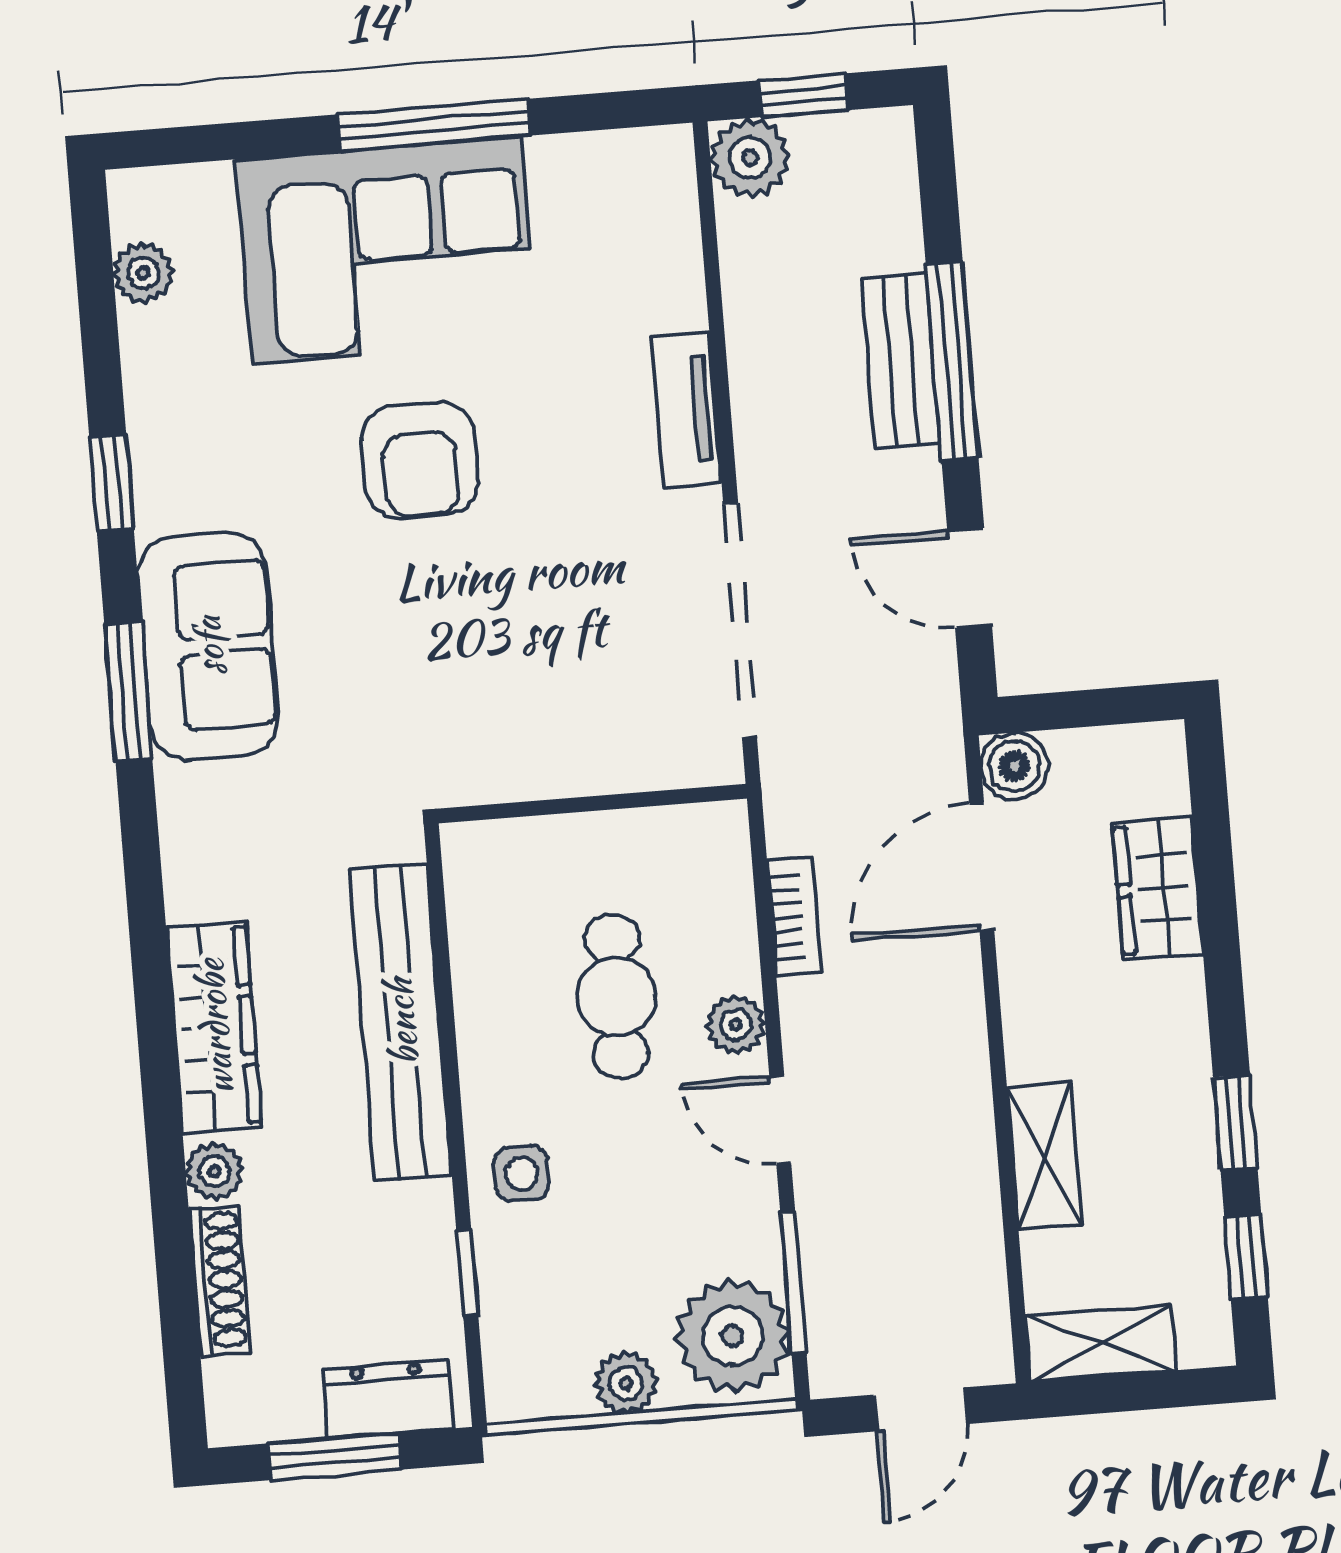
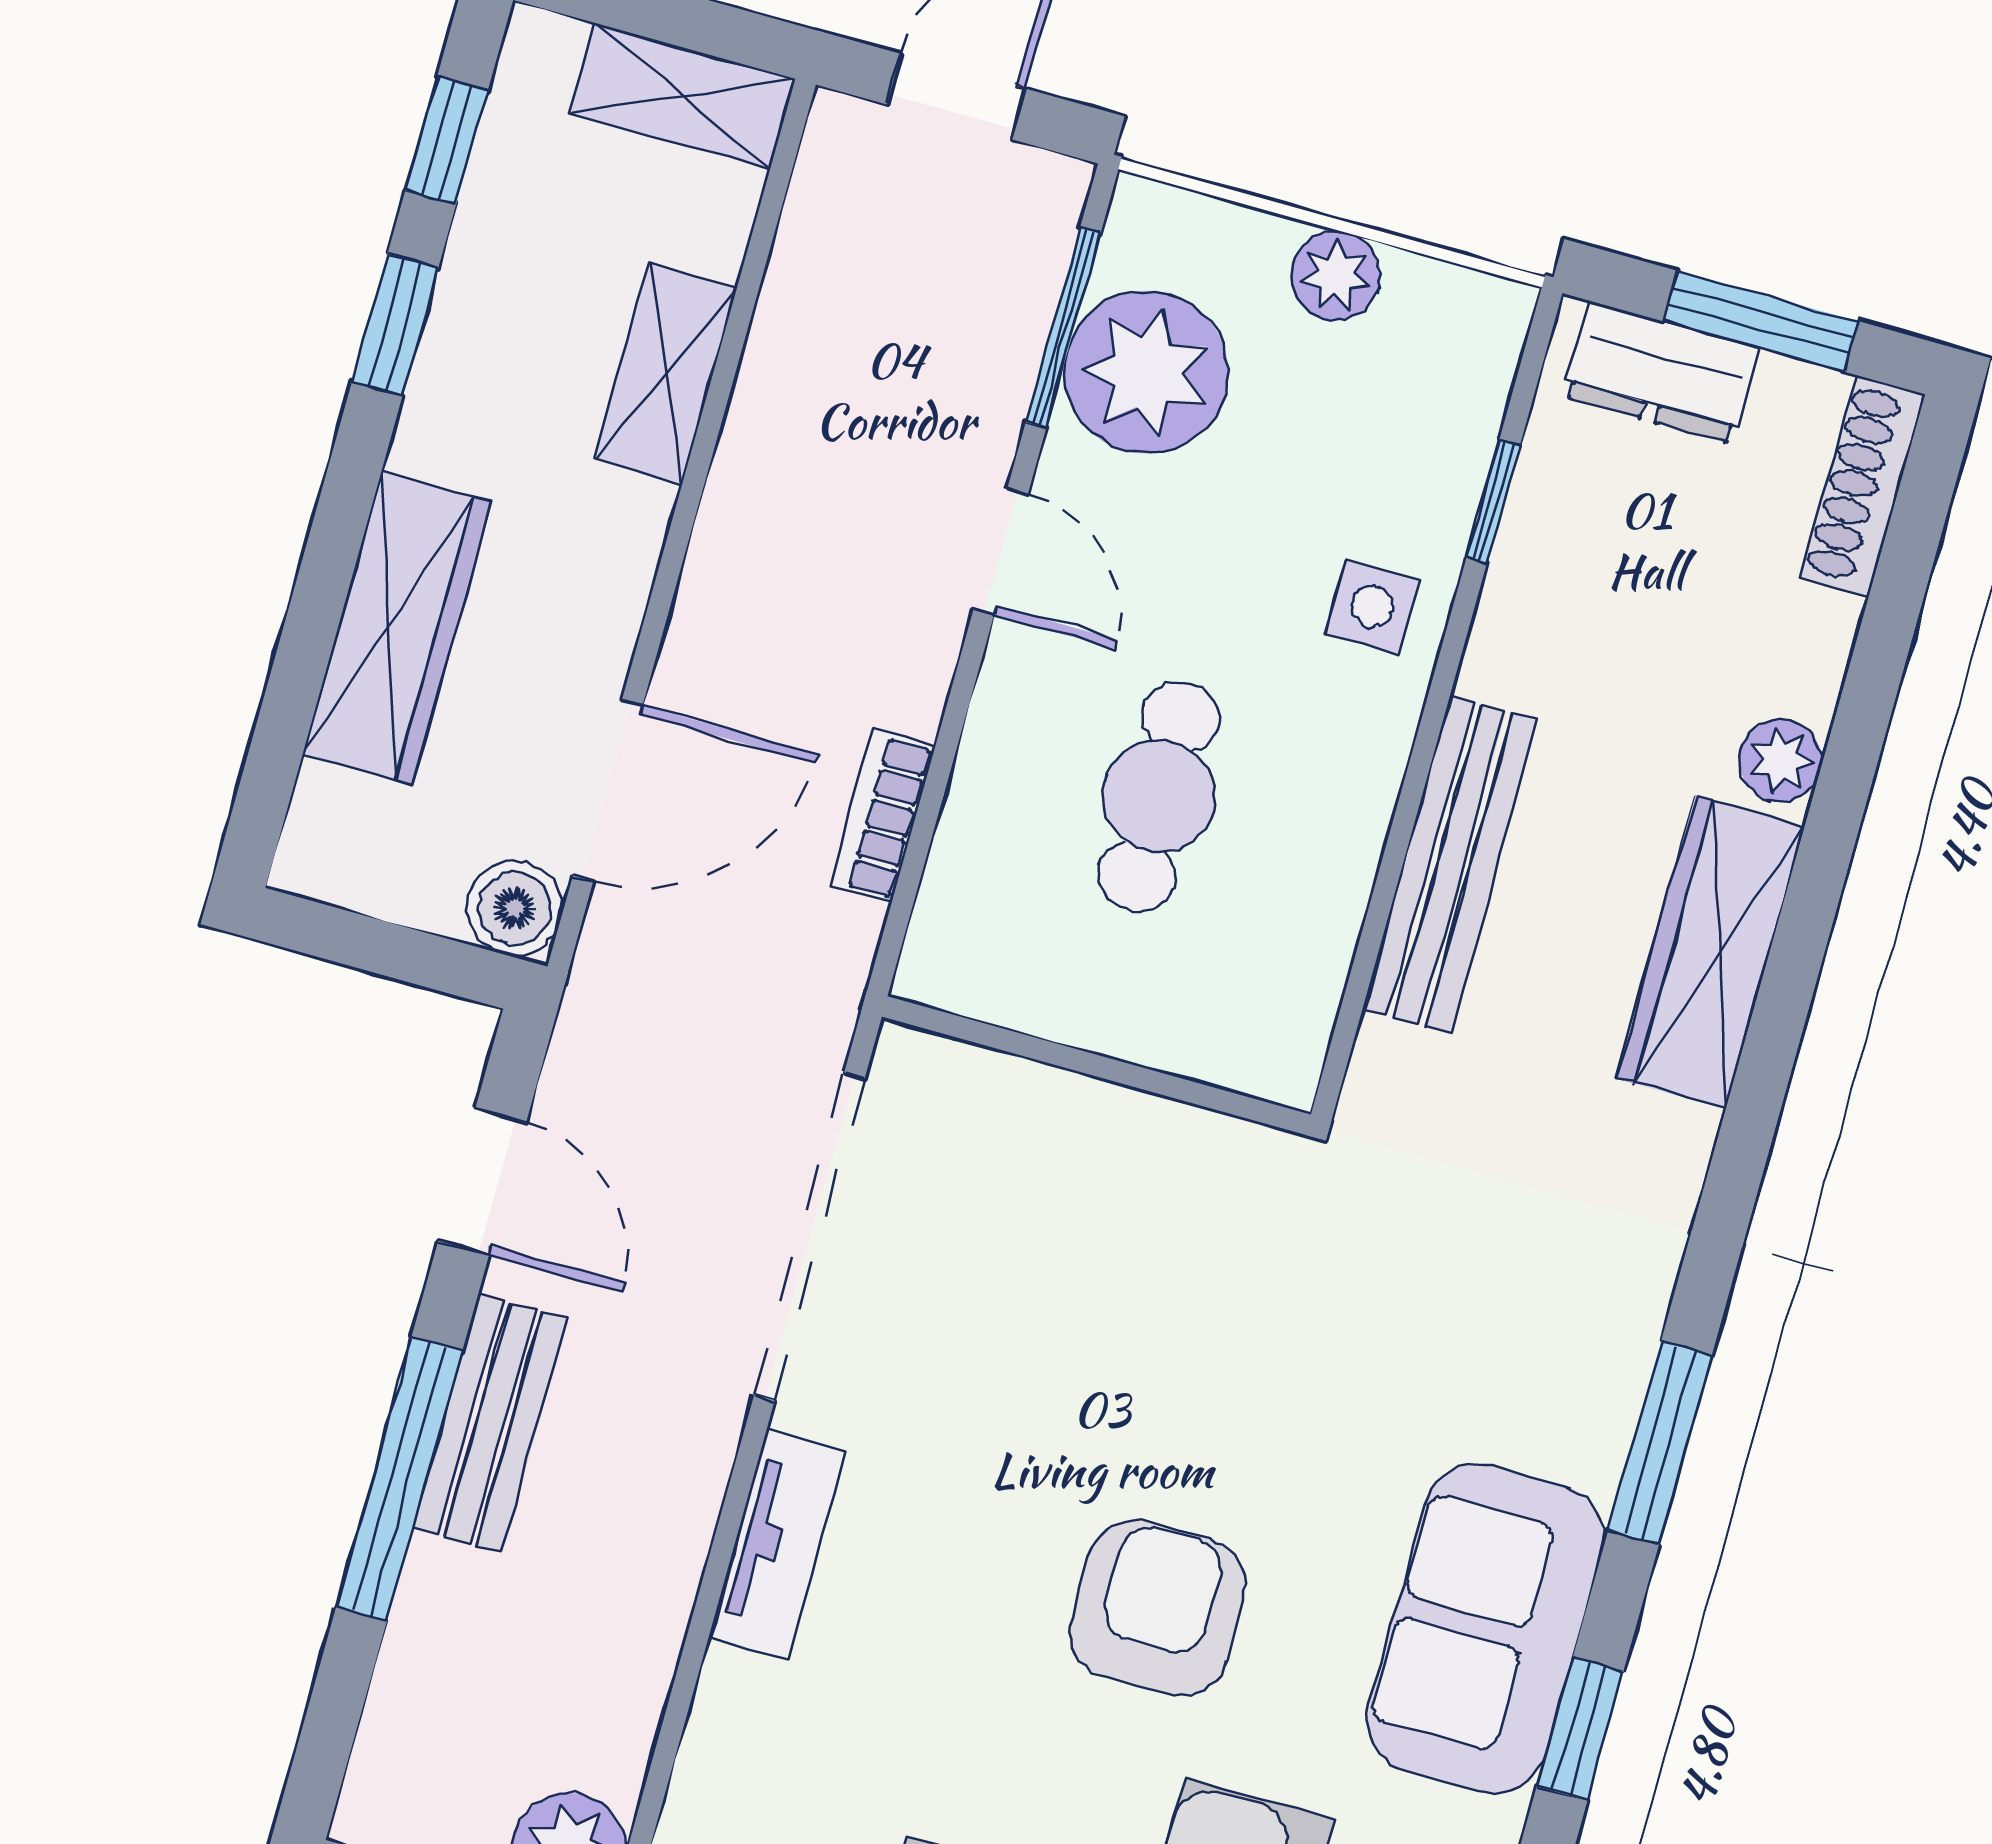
bench: (901, 361) -> (490, 1423), moved
sofa: (208, 646) -> (1485, 1629), moved
wardrobe: (1158, 888) -> (397, 628), width x1.50
bench: (401, 1022) -> (1450, 865), width x0.73, depth x0.82
plant: (736, 1025) -> (1013, 700), removed
shoe rack: (219, 1280) -> (1863, 486), moved
plant: (733, 1336) -> (1146, 372), moved

